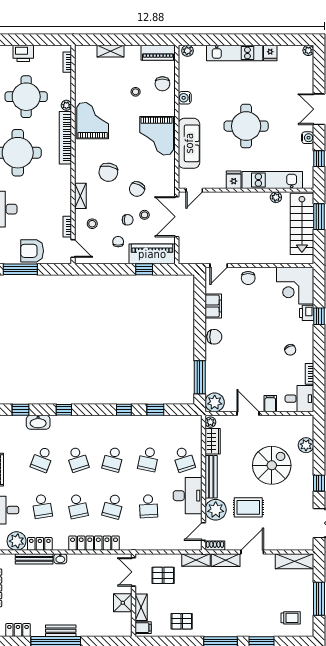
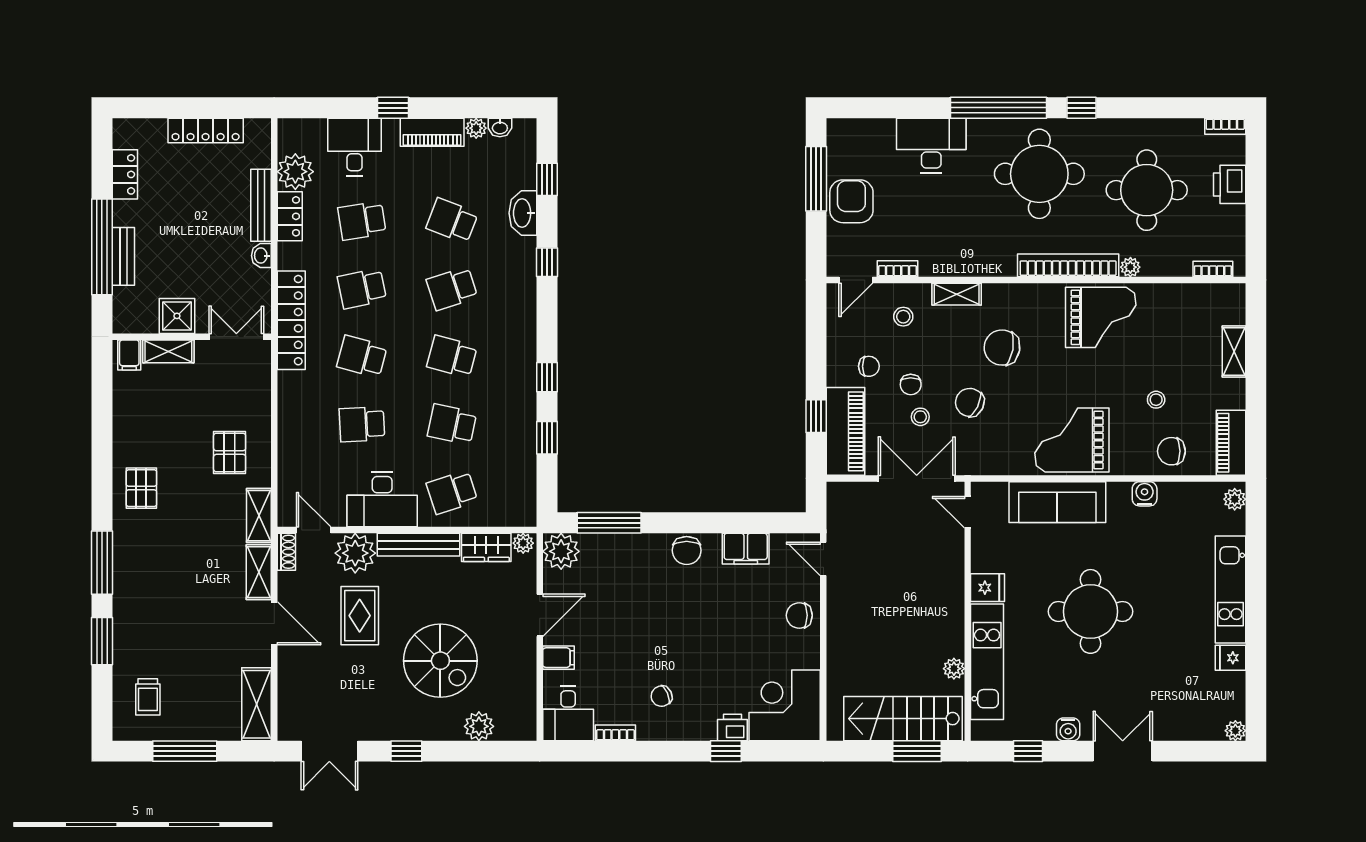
double door: (134, 572) -> (236, 337), moved
wall: (134, 595) -> (192, 337), moved
shower: (123, 603) -> (177, 316), moved
shelving: (141, 607) -> (168, 351), moved
filing cabinet: (143, 628) -> (129, 355), moved

